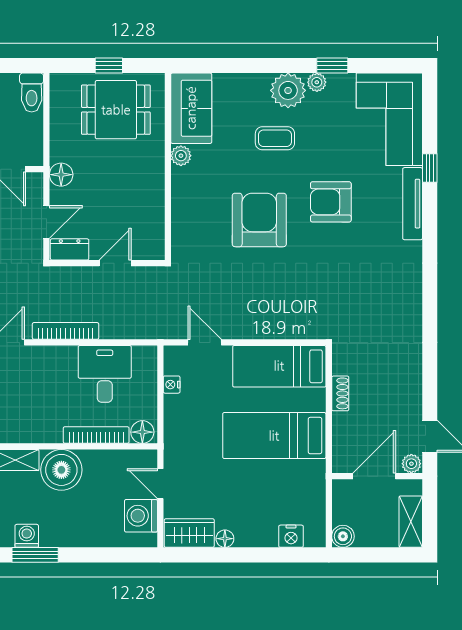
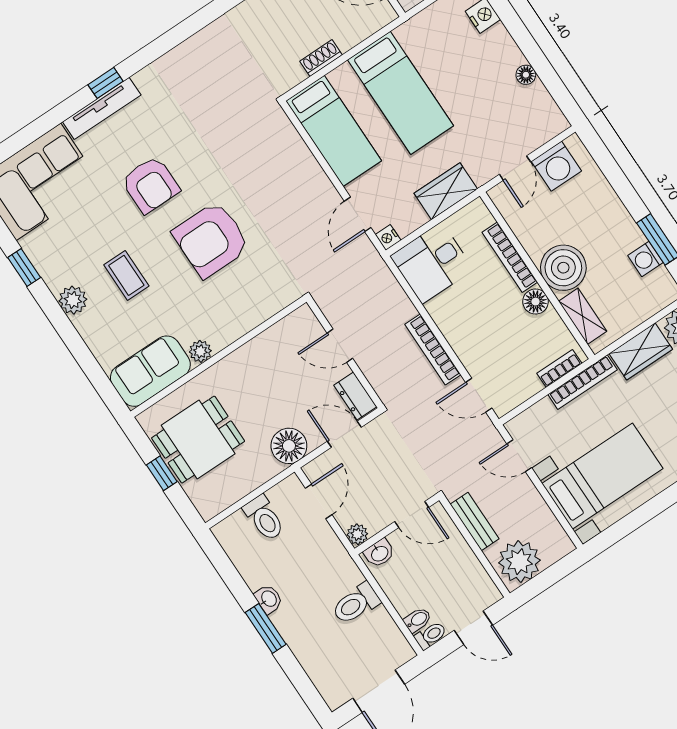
plant: (317, 82) -> (49, 271), removed
plant: (288, 90) -> (73, 300), width x0.73, depth x0.73
toilet: (32, 93) -> (264, 518), moved, turned 90
dining table: (116, 110) -> (198, 440), turned 90
window: (430, 168) -> (105, 83), moved
floor lamp: (61, 175) -> (289, 446), width x1.38, depth x1.38
desk: (105, 374) -> (432, 263), moved
nightstand: (172, 385) -> (388, 237), moved, turned 90
floor lamp: (142, 432) -> (535, 302), moved
wardrobe: (189, 533) -> (446, 191), moved, turned 90

